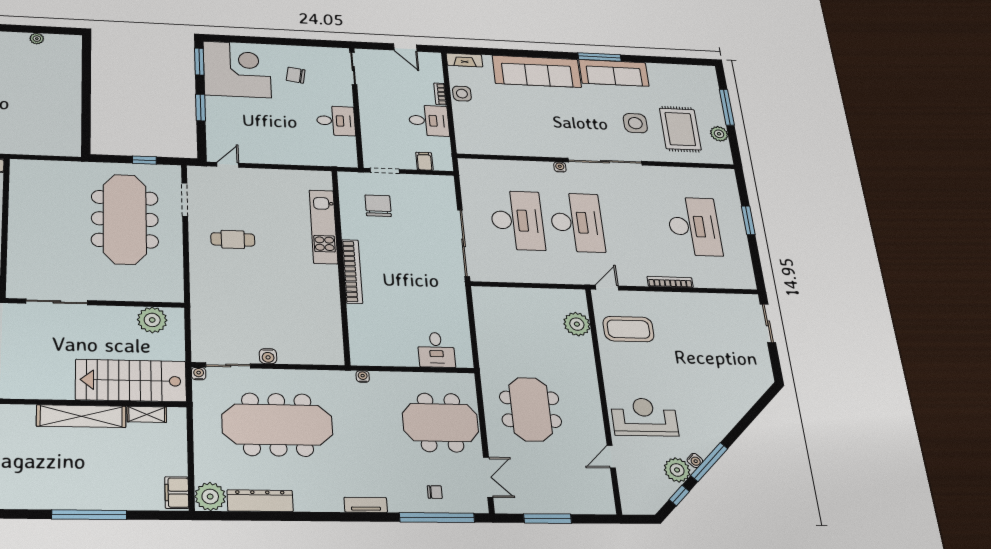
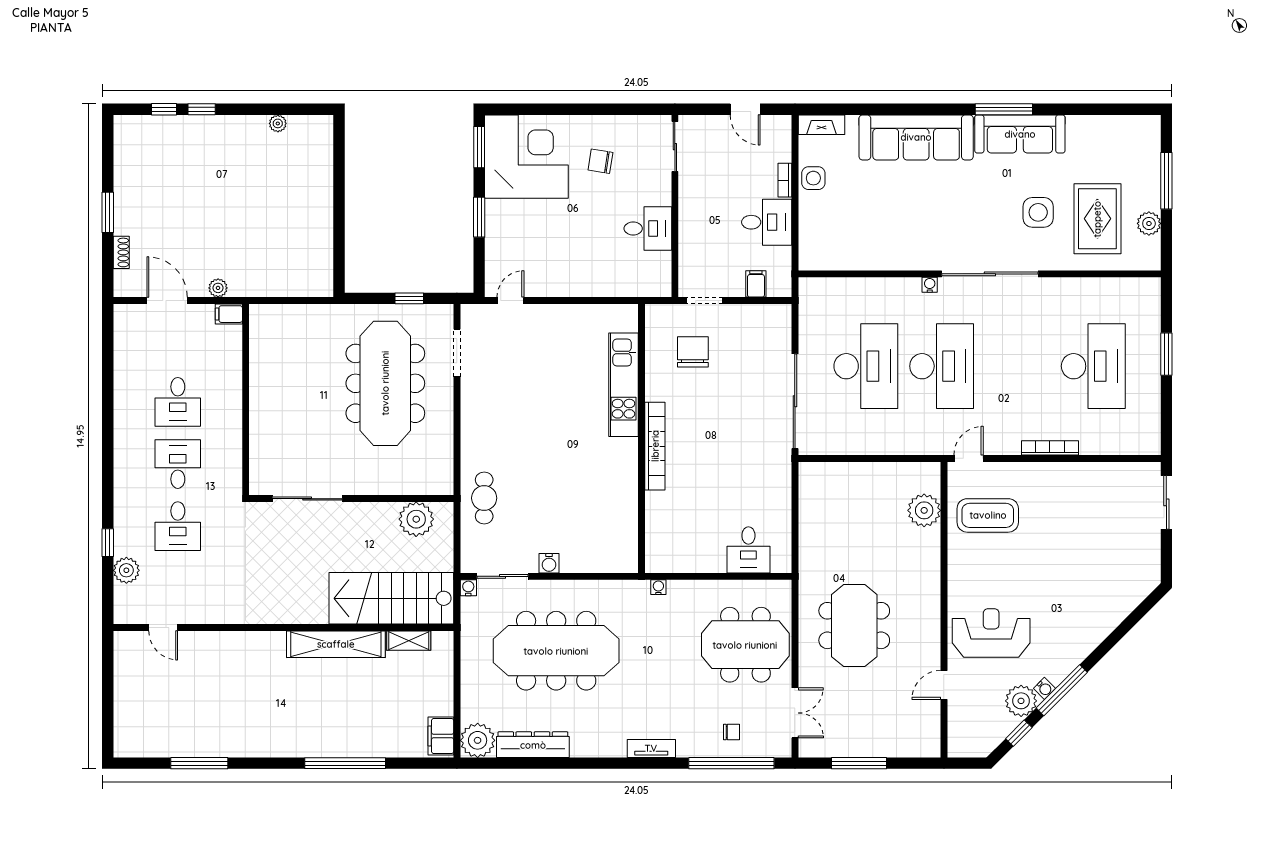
cafe table: (233, 239) -> (484, 498), moved, turned 90

